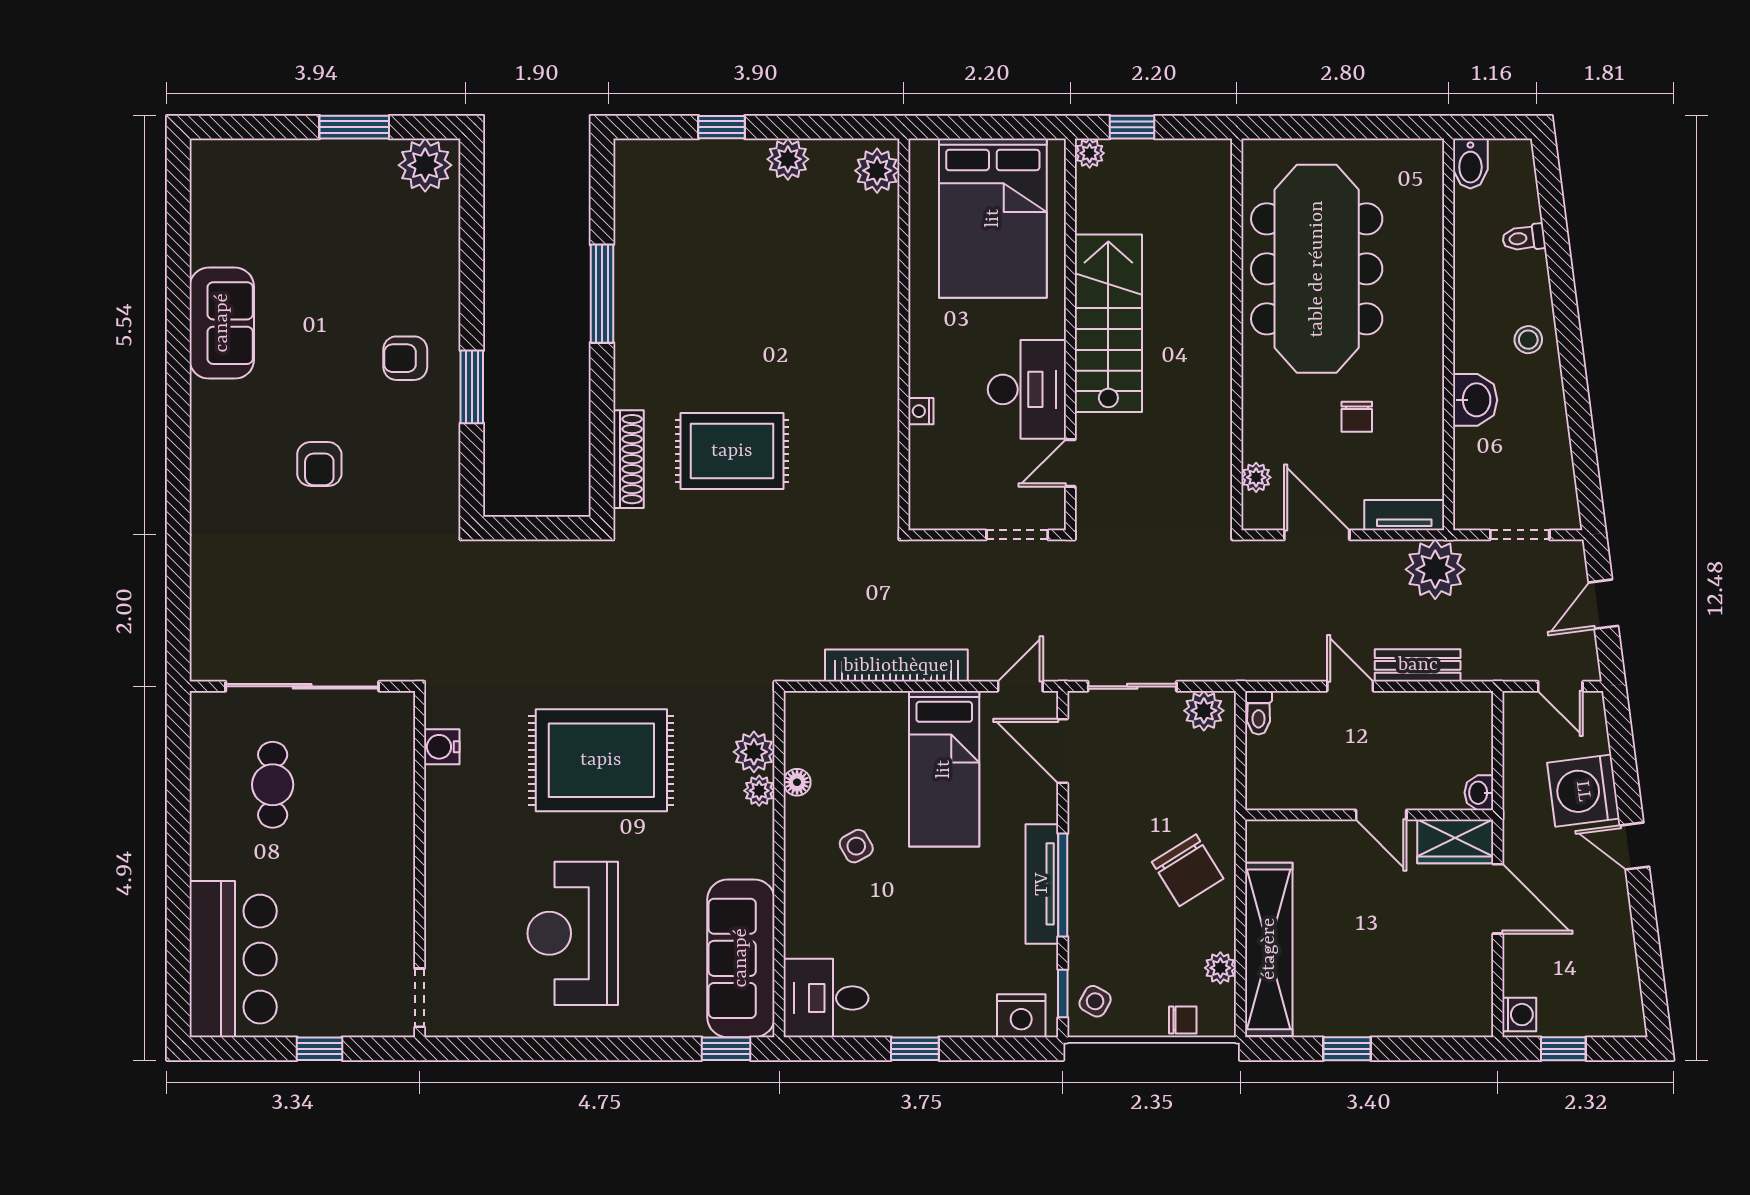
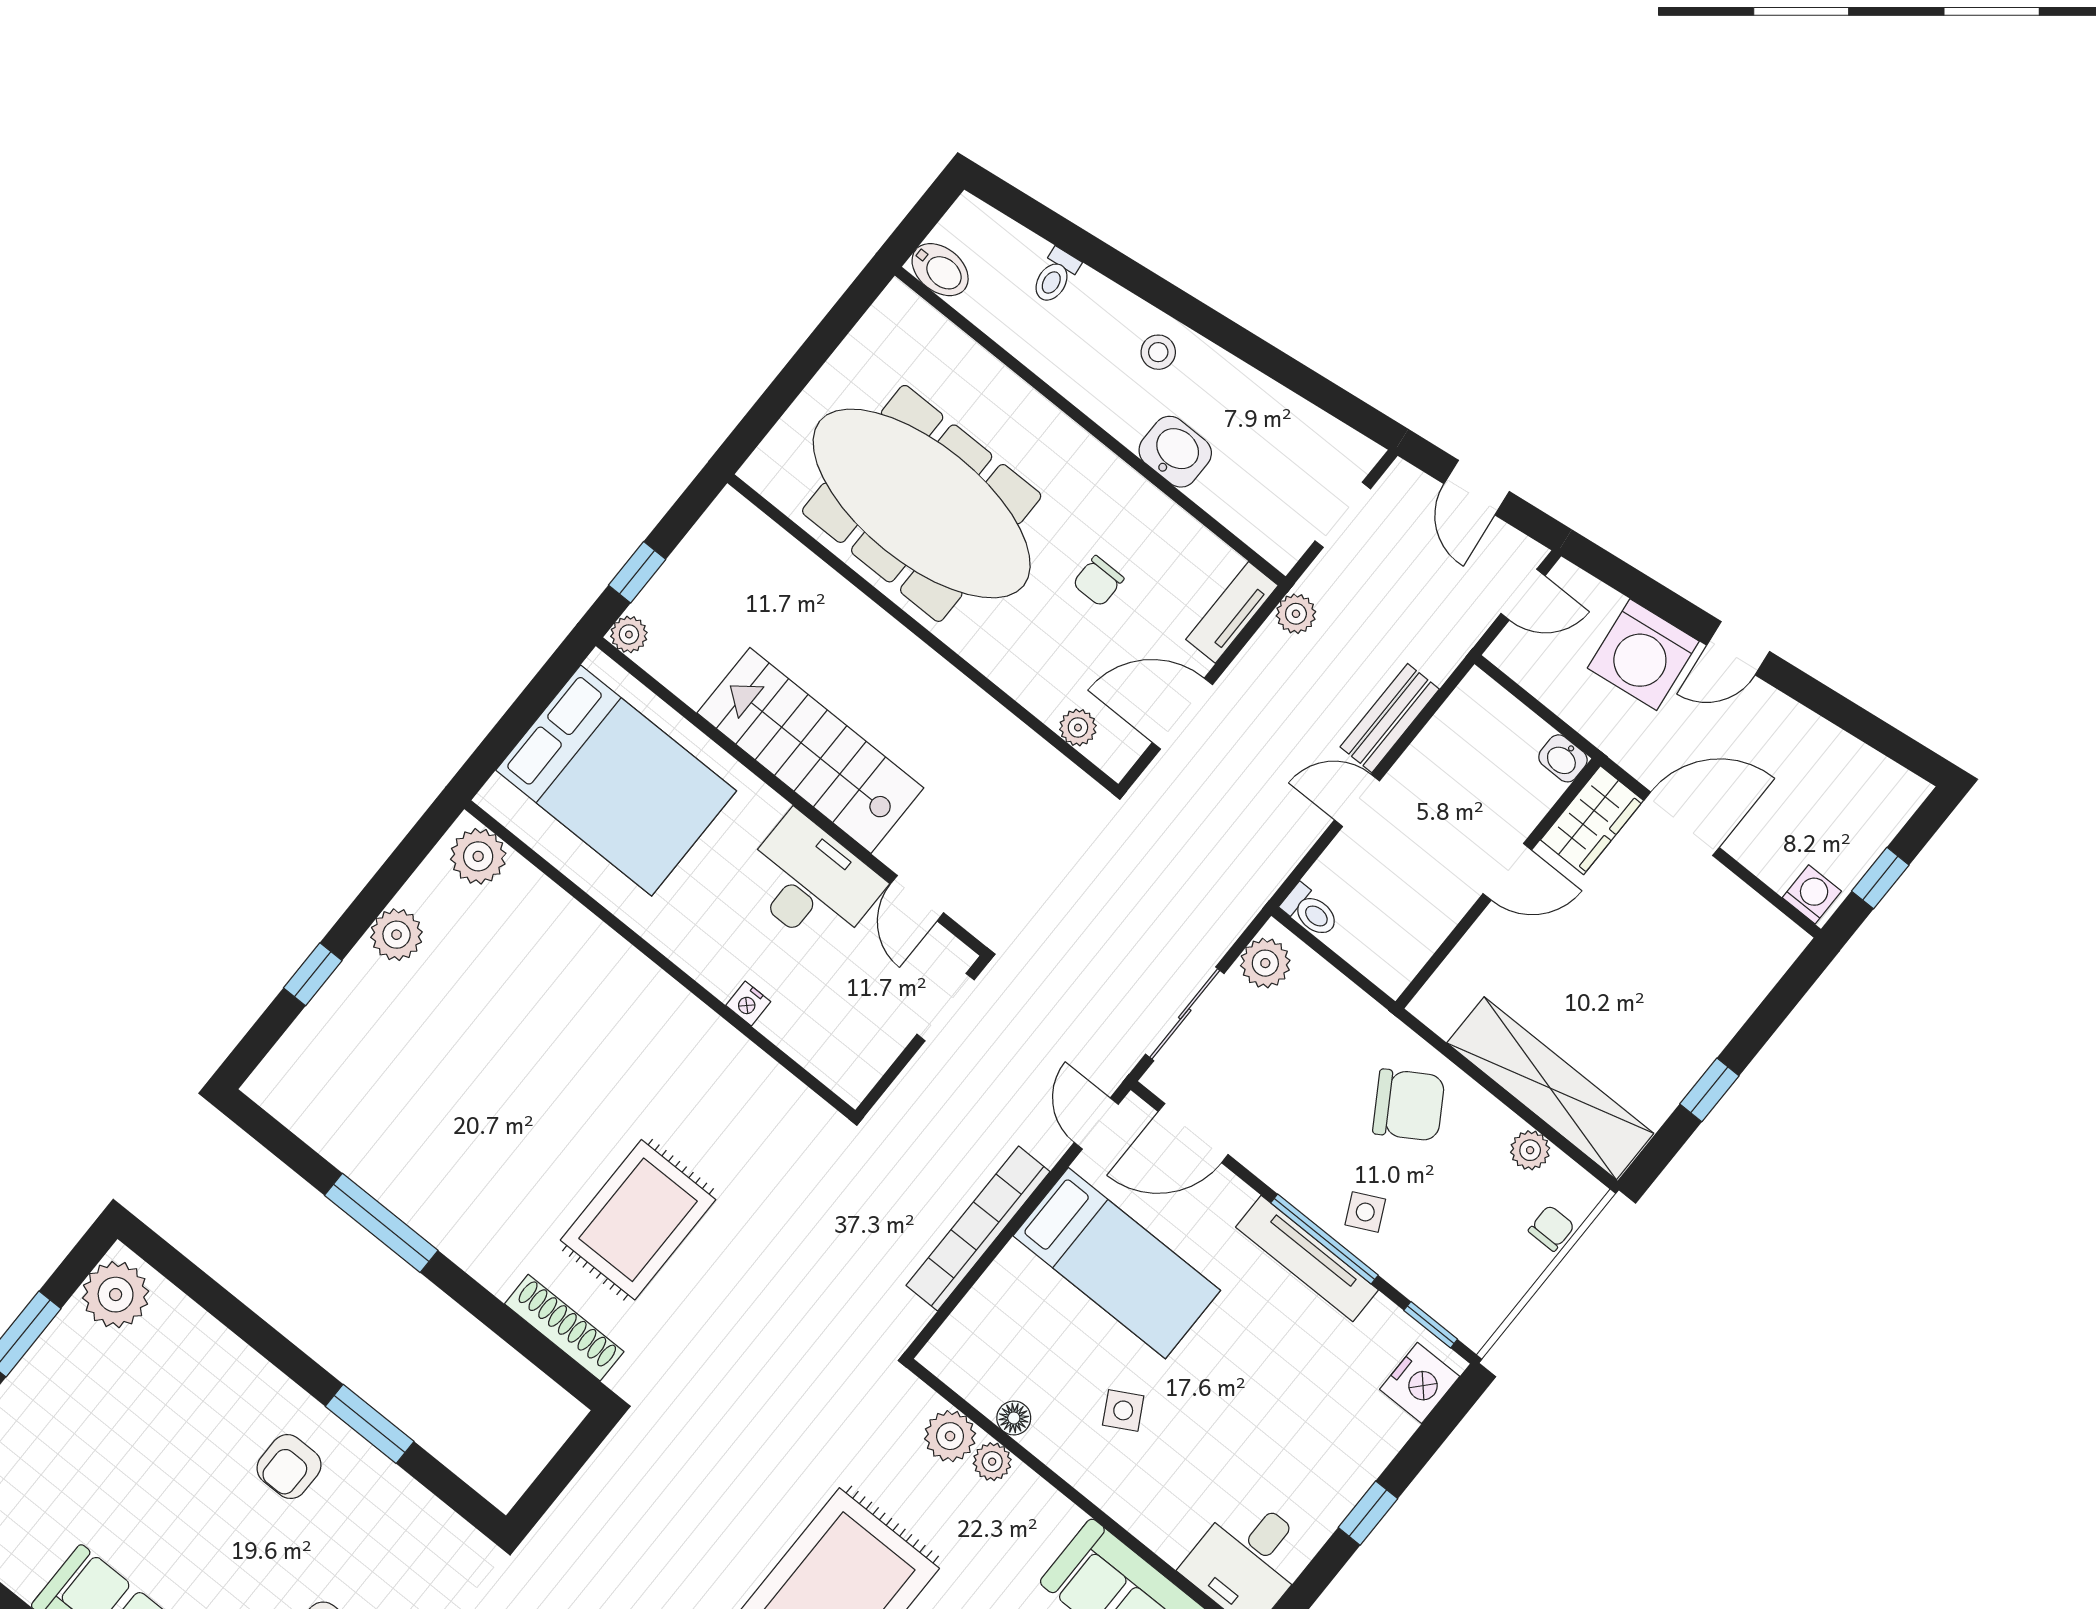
chair: (1357, 417) -> (1098, 581), turned 90
plant: (1435, 569) -> (1296, 614), width x0.53, depth x0.53
side table: (1095, 1001) -> (1365, 1212), moved, turned 35

